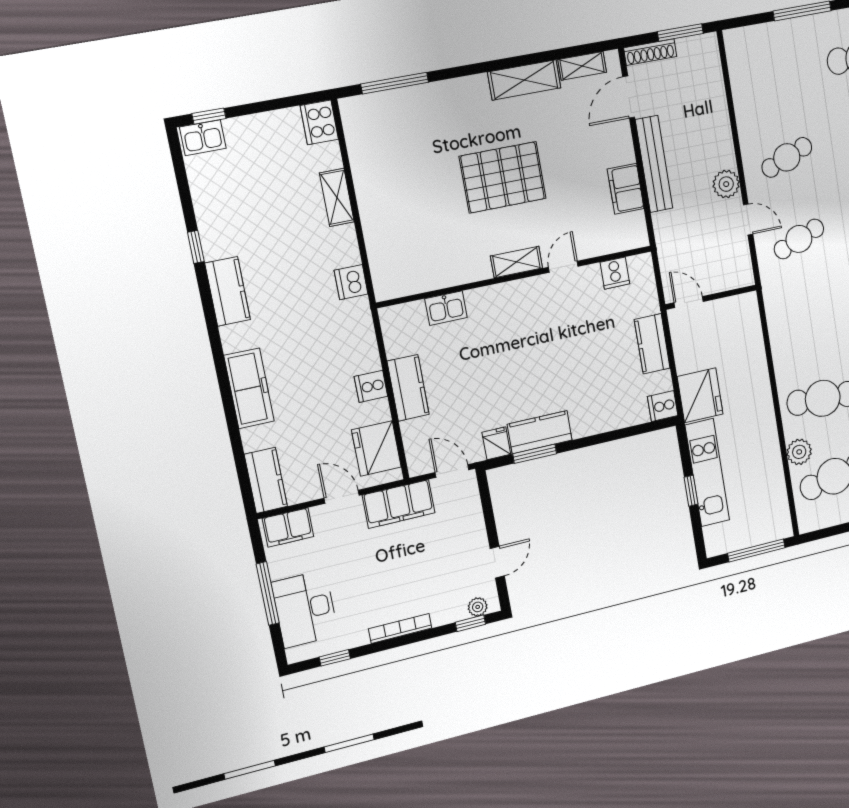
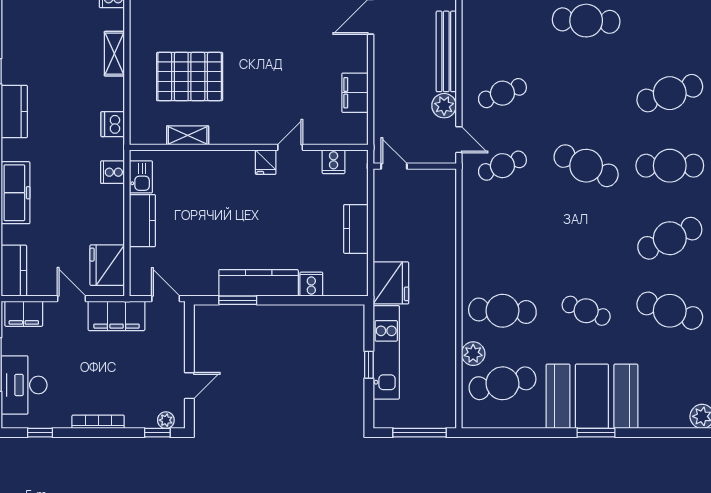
bench: (654, 164) -> (446, 51), moved
pallet: (503, 177) -> (190, 77), moved
shelving: (516, 262) -> (188, 135), moved
wall: (711, 297) -> (415, 166), moved
door: (689, 302) -> (394, 166), moved
kitchen sink: (446, 308) -> (141, 177), moved, turned -90
cooker: (371, 386) -> (112, 172), moved
cooker: (663, 406) -> (311, 284), moved, turned 90
kitchen counter: (540, 432) -> (259, 283), width x1.50
fridge: (496, 443) -> (266, 162), moved, turned 180

